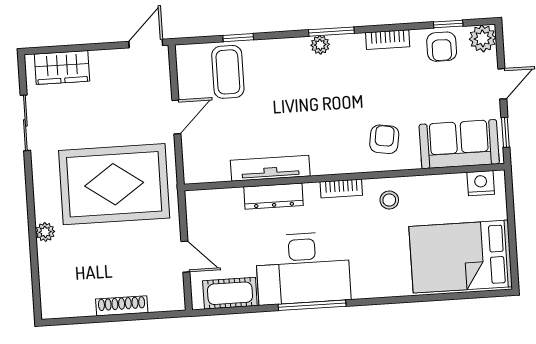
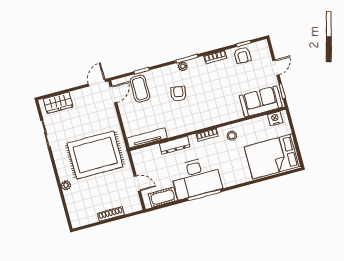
plant: (483, 38) -> (262, 47), removed
door: (176, 117) -> (113, 94), moved
armchair: (384, 139) -> (178, 94), moved
tv unit: (270, 168) -> (147, 138), moved

